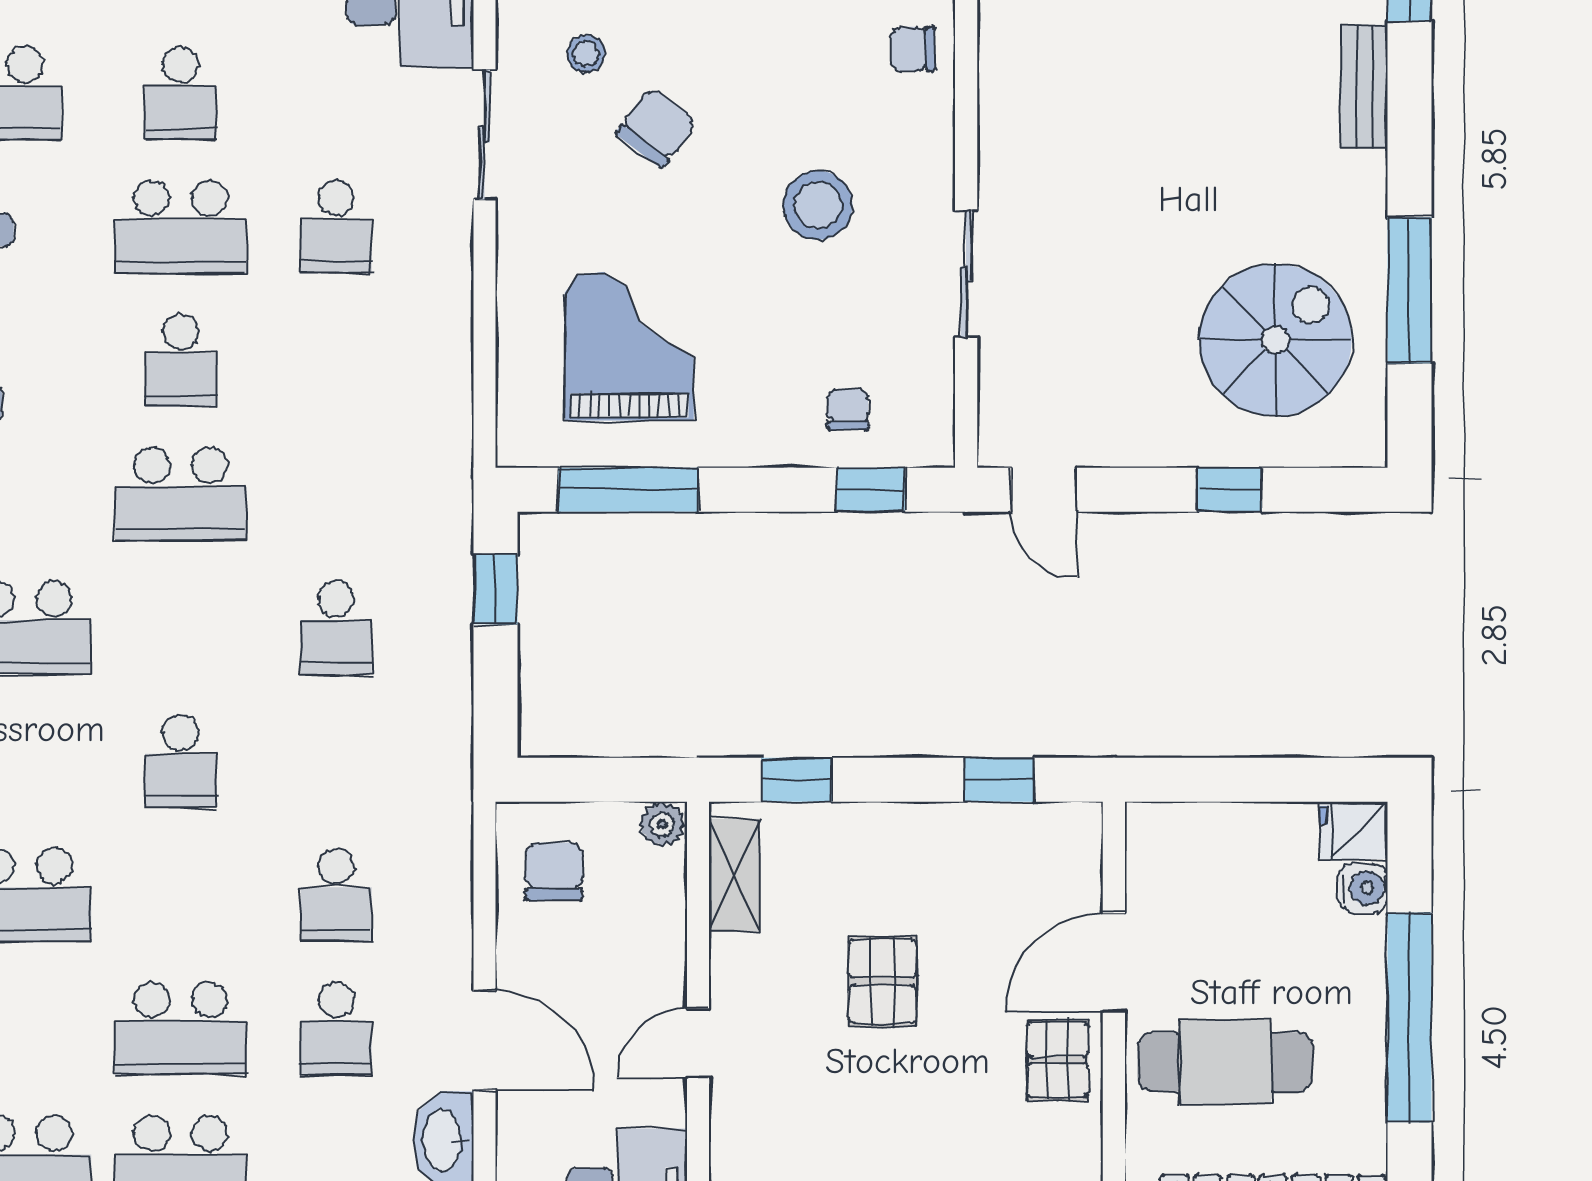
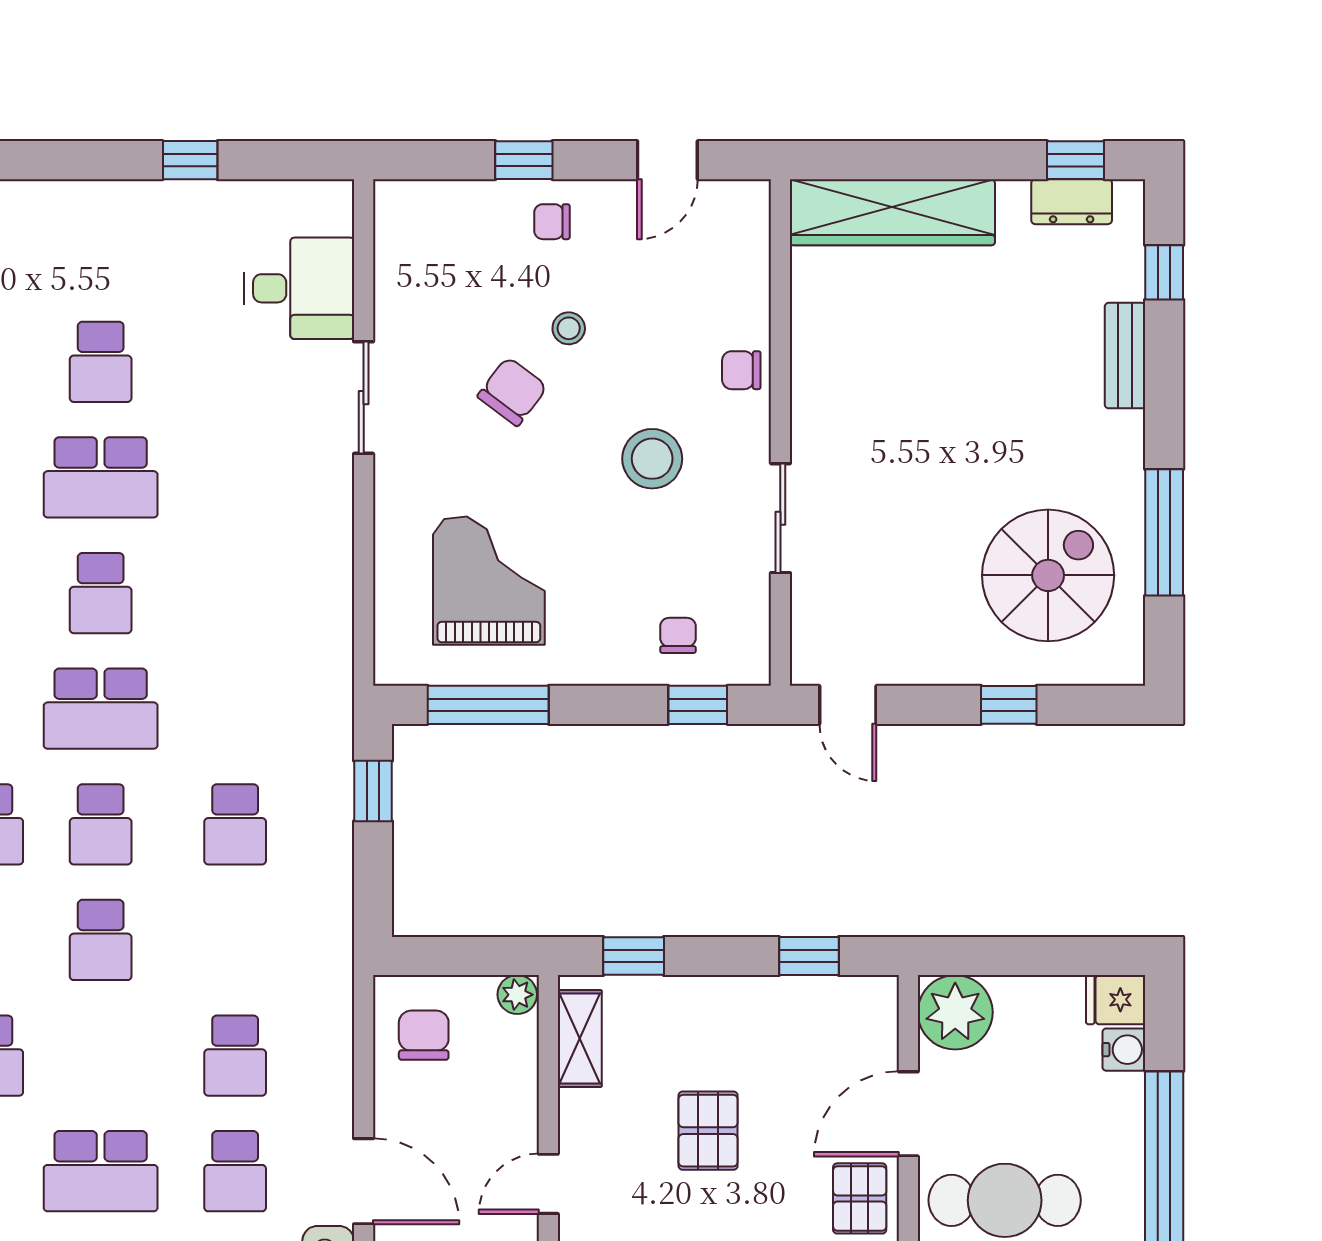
chair: (913, 49) -> (741, 370), moved
stool: (586, 54) -> (569, 328), moved
school desk: (336, 227) -> (101, 824), moved
plant: (1168, 845) -> (955, 1012), added

